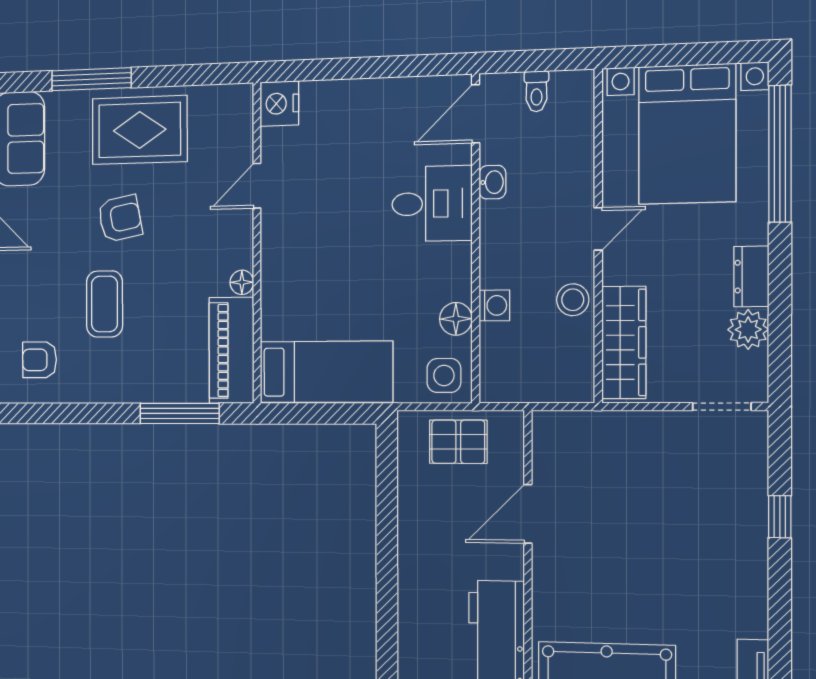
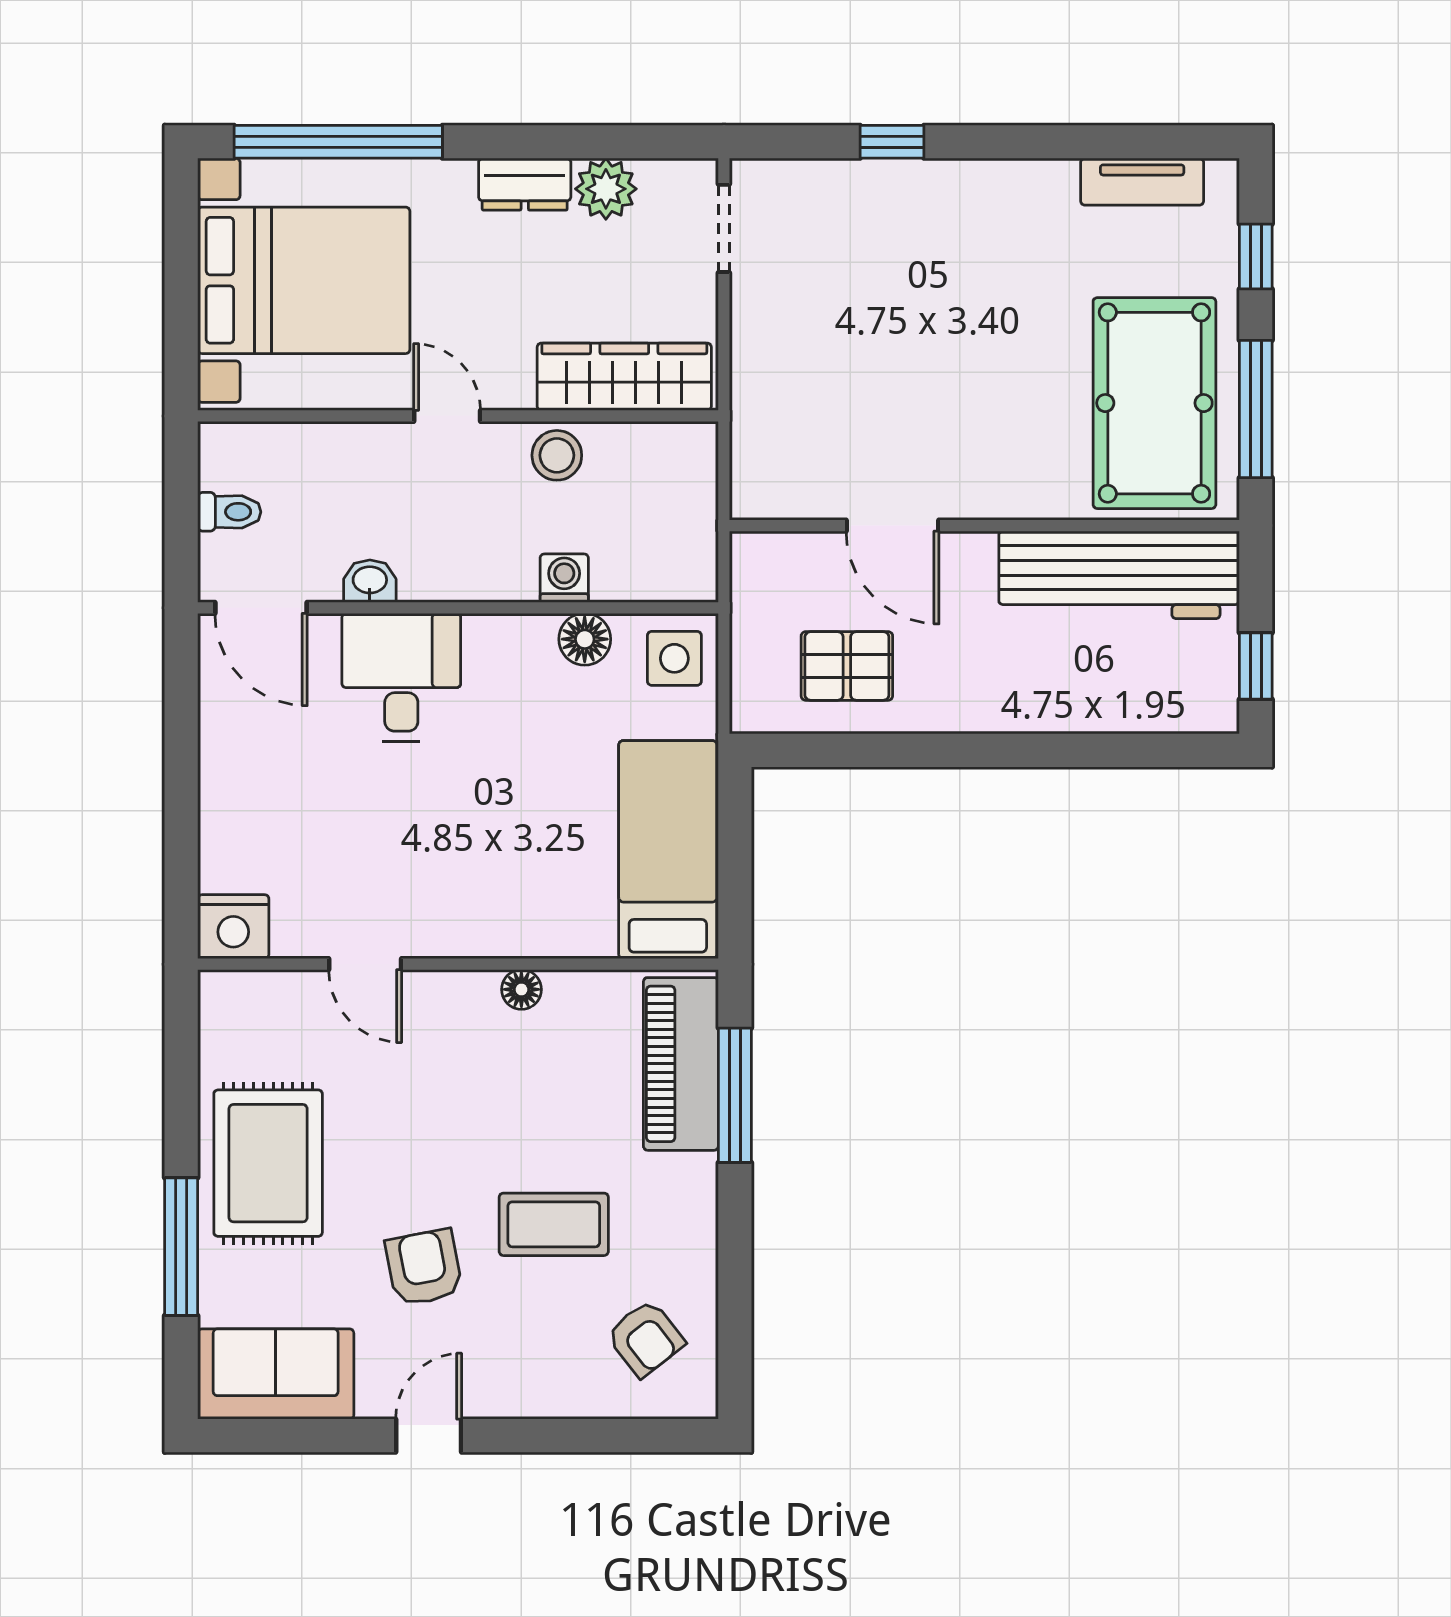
armchair: (120, 218) -> (424, 1267), moved
piano: (231, 350) -> (681, 1064), moved, turned 90
armchair: (40, 360) -> (645, 1338), turned -38
pallet: (458, 442) -> (847, 666), moved, turned 90

